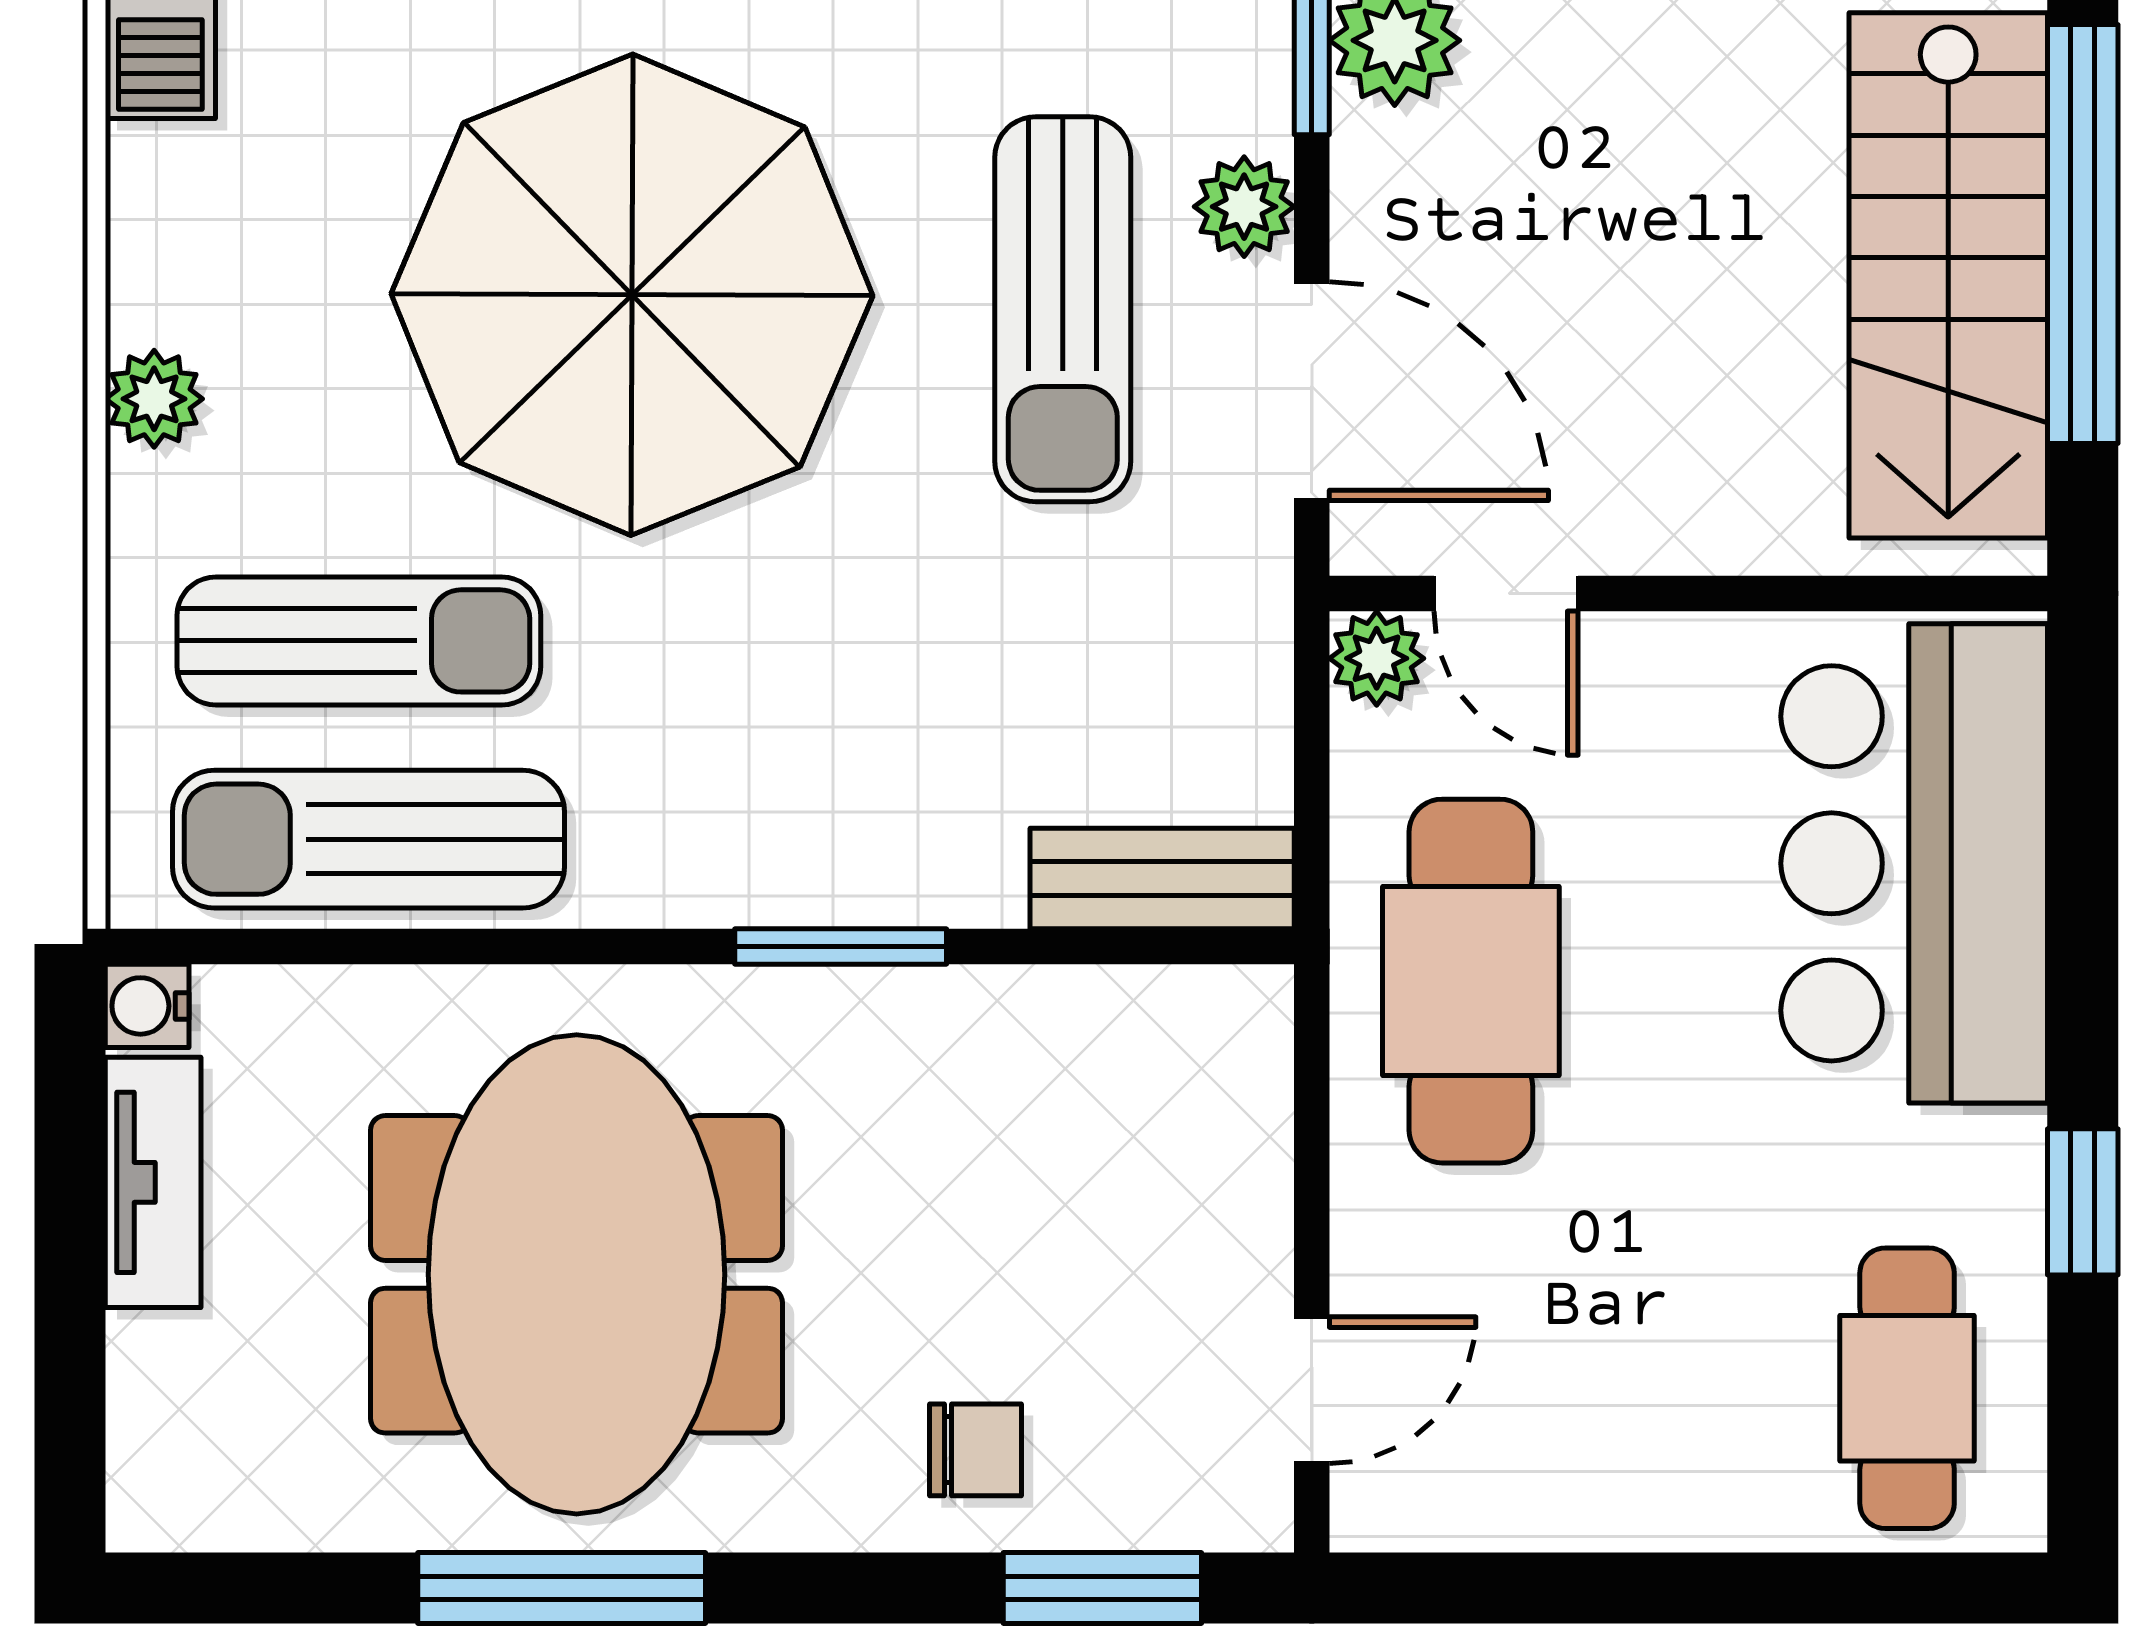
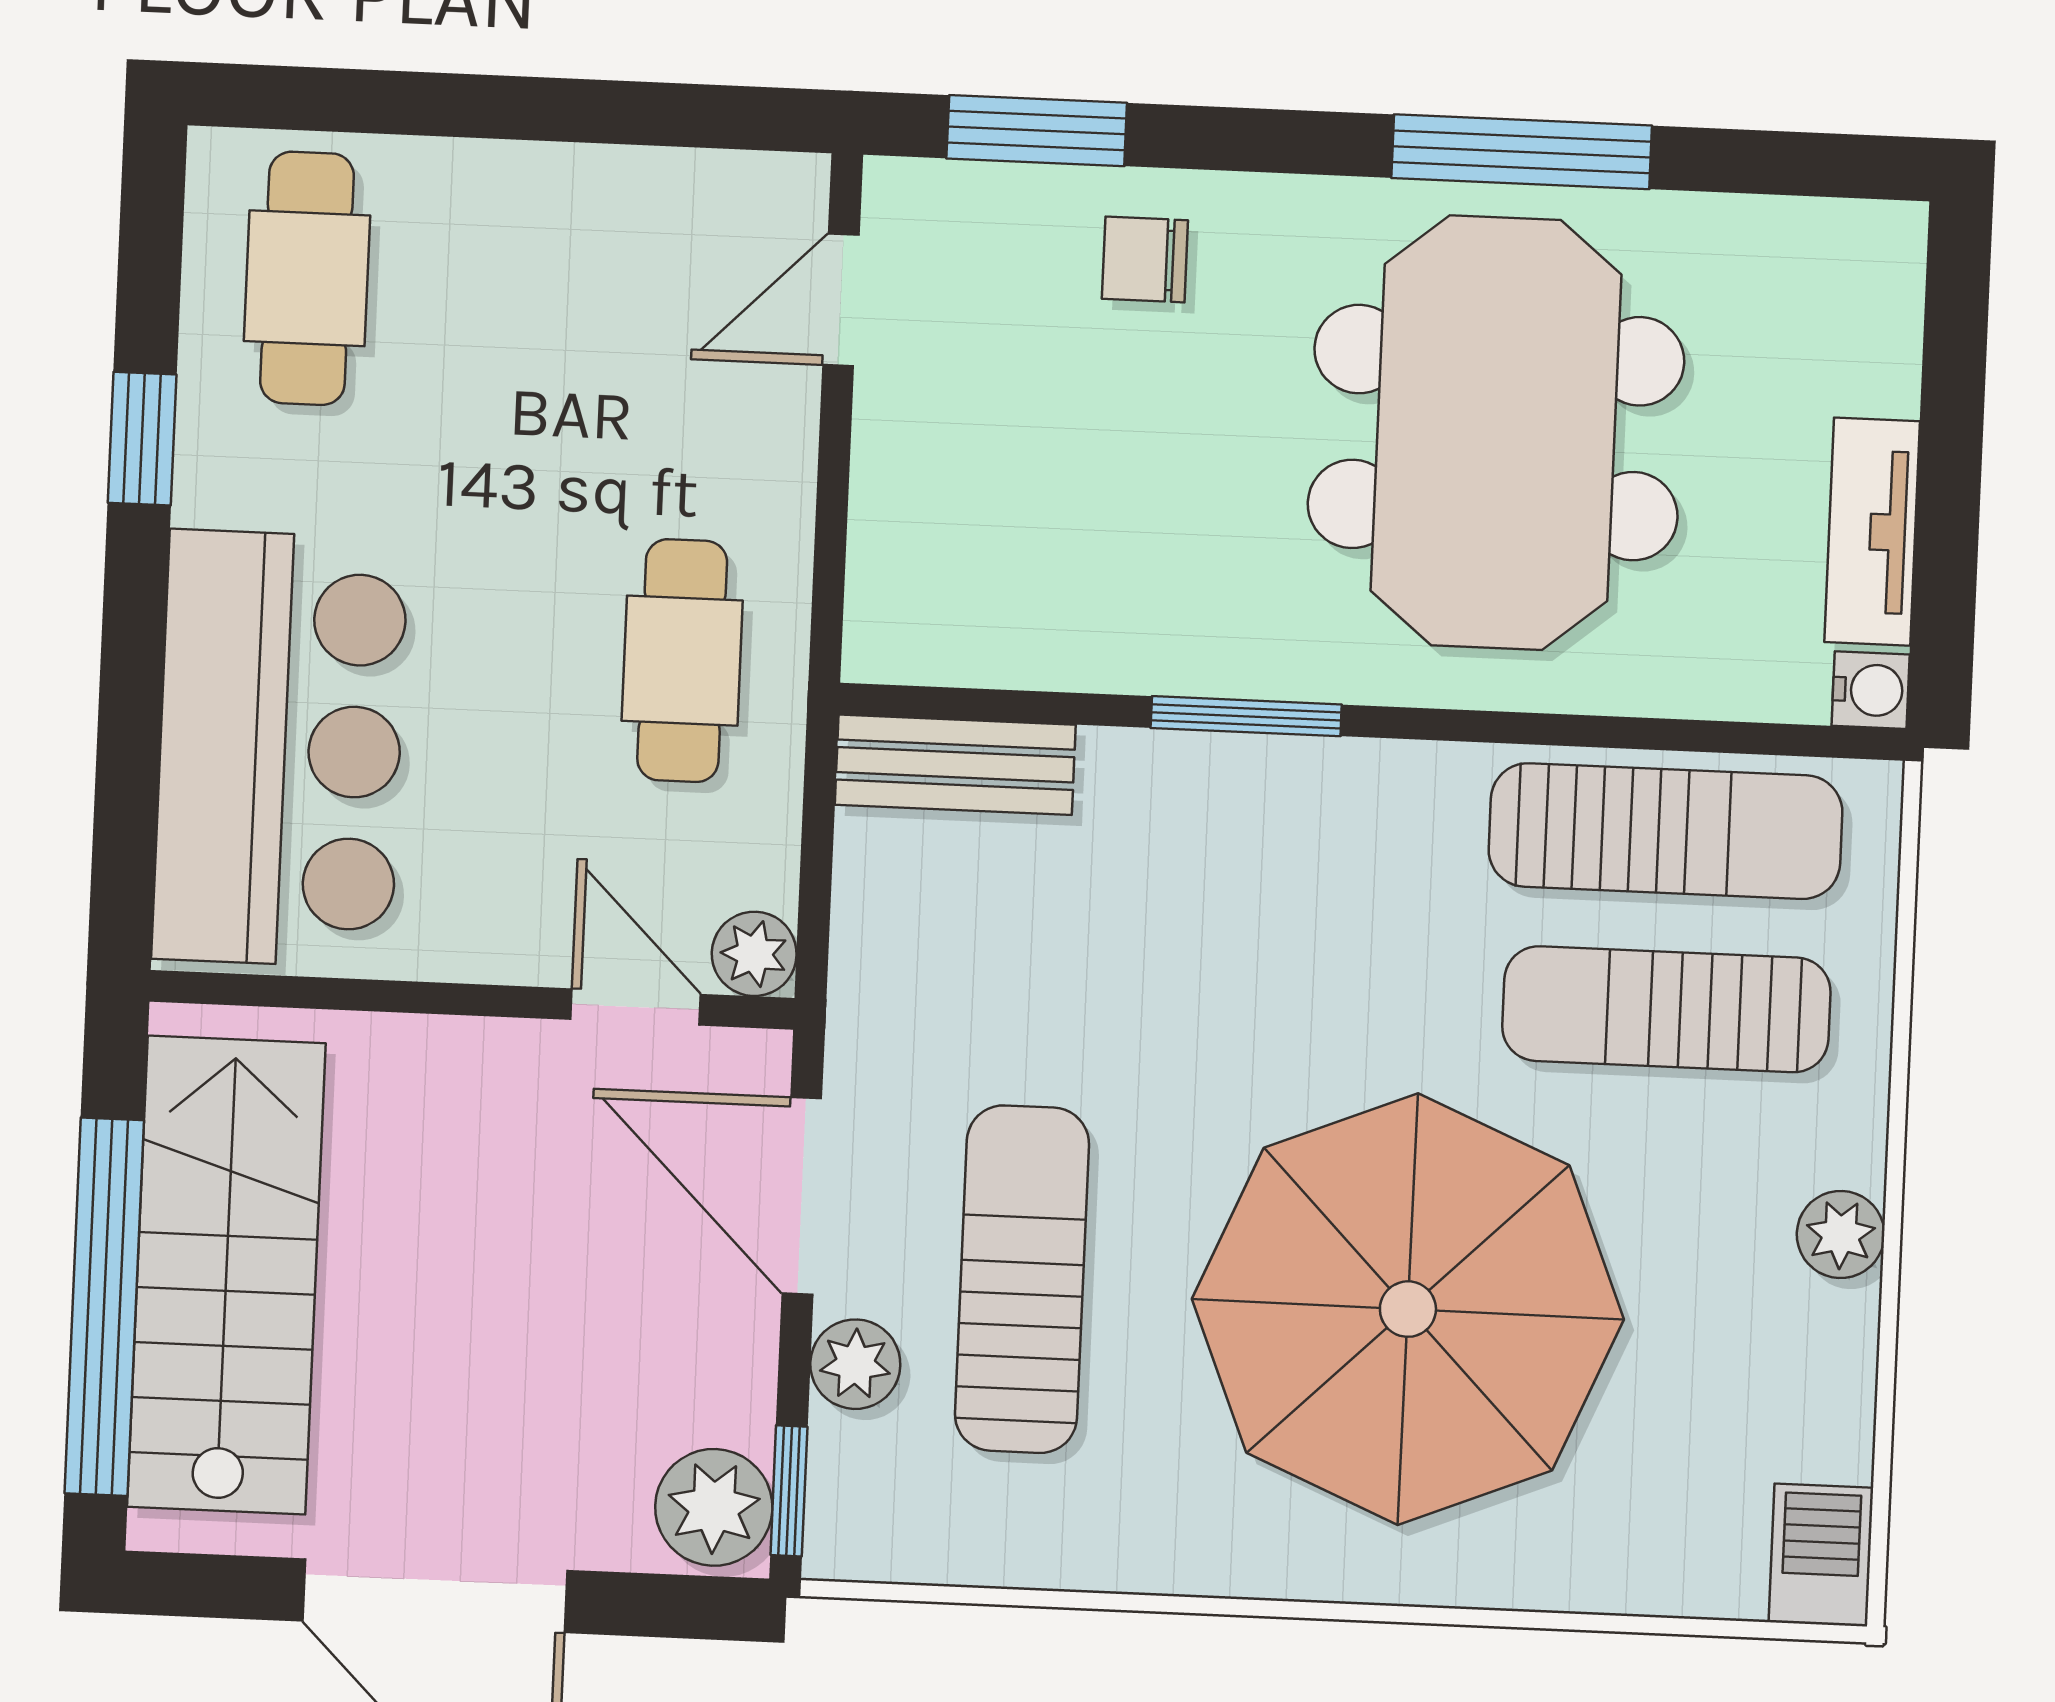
cafe table: (1471, 981) -> (682, 661), width x0.73, depth x0.74

